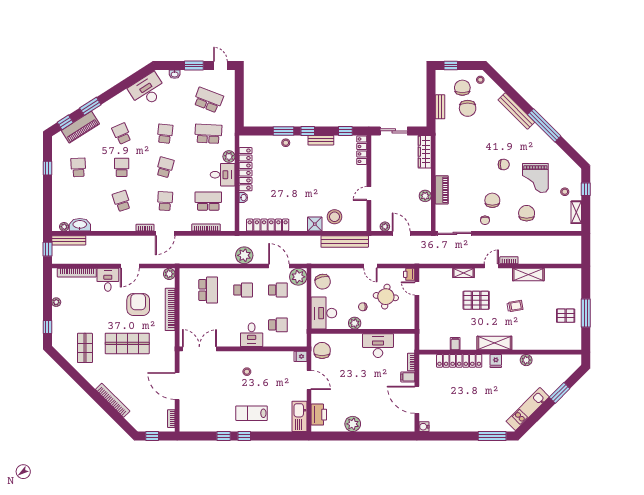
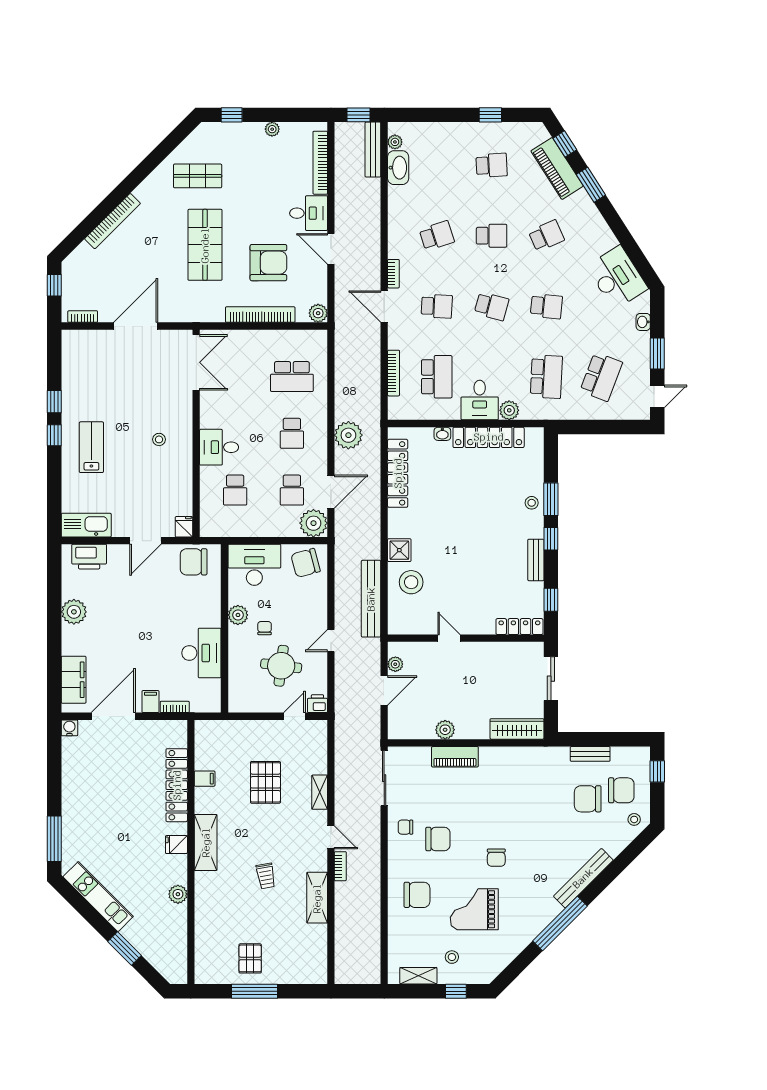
pallet: (476, 300) -> (265, 782), moved
chair: (322, 350) -> (194, 562), turned 180
filing cabinet: (394, 424) -> (74, 680), added

